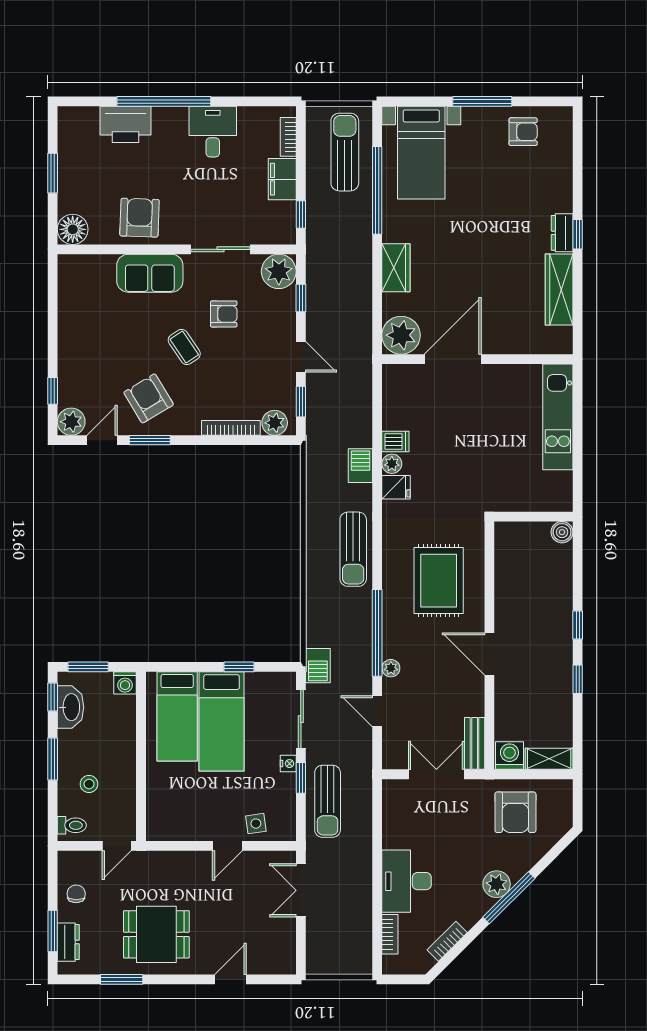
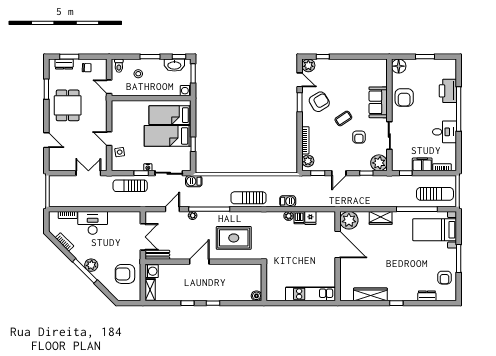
armchair: (139, 218) -> (404, 97), turned 88
dresser: (562, 233) -> (427, 296), moved
fridge: (396, 487) -> (310, 218), moved

